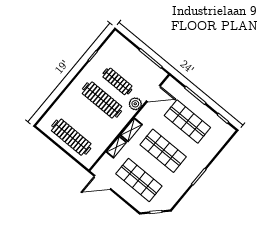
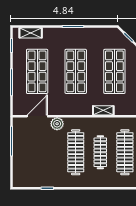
clothes rail: (117, 81) -> (100, 152), moved
door: (153, 93) -> (37, 116), hinge flipped
shelving: (131, 130) -> (31, 33), moved

